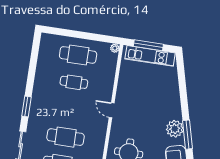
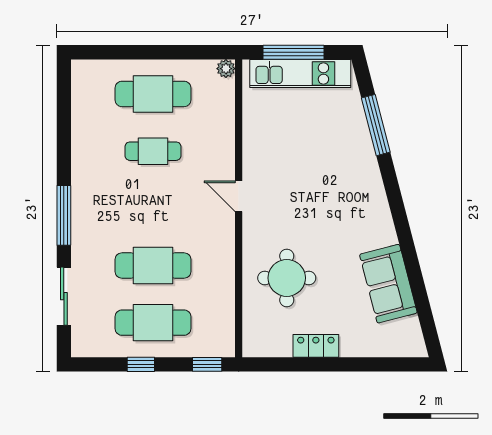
window: (26, 107) -> (64, 215), width x1.44
plant: (175, 129) -> (373, 214), removed
window: (187, 135) -> (376, 125), moved

